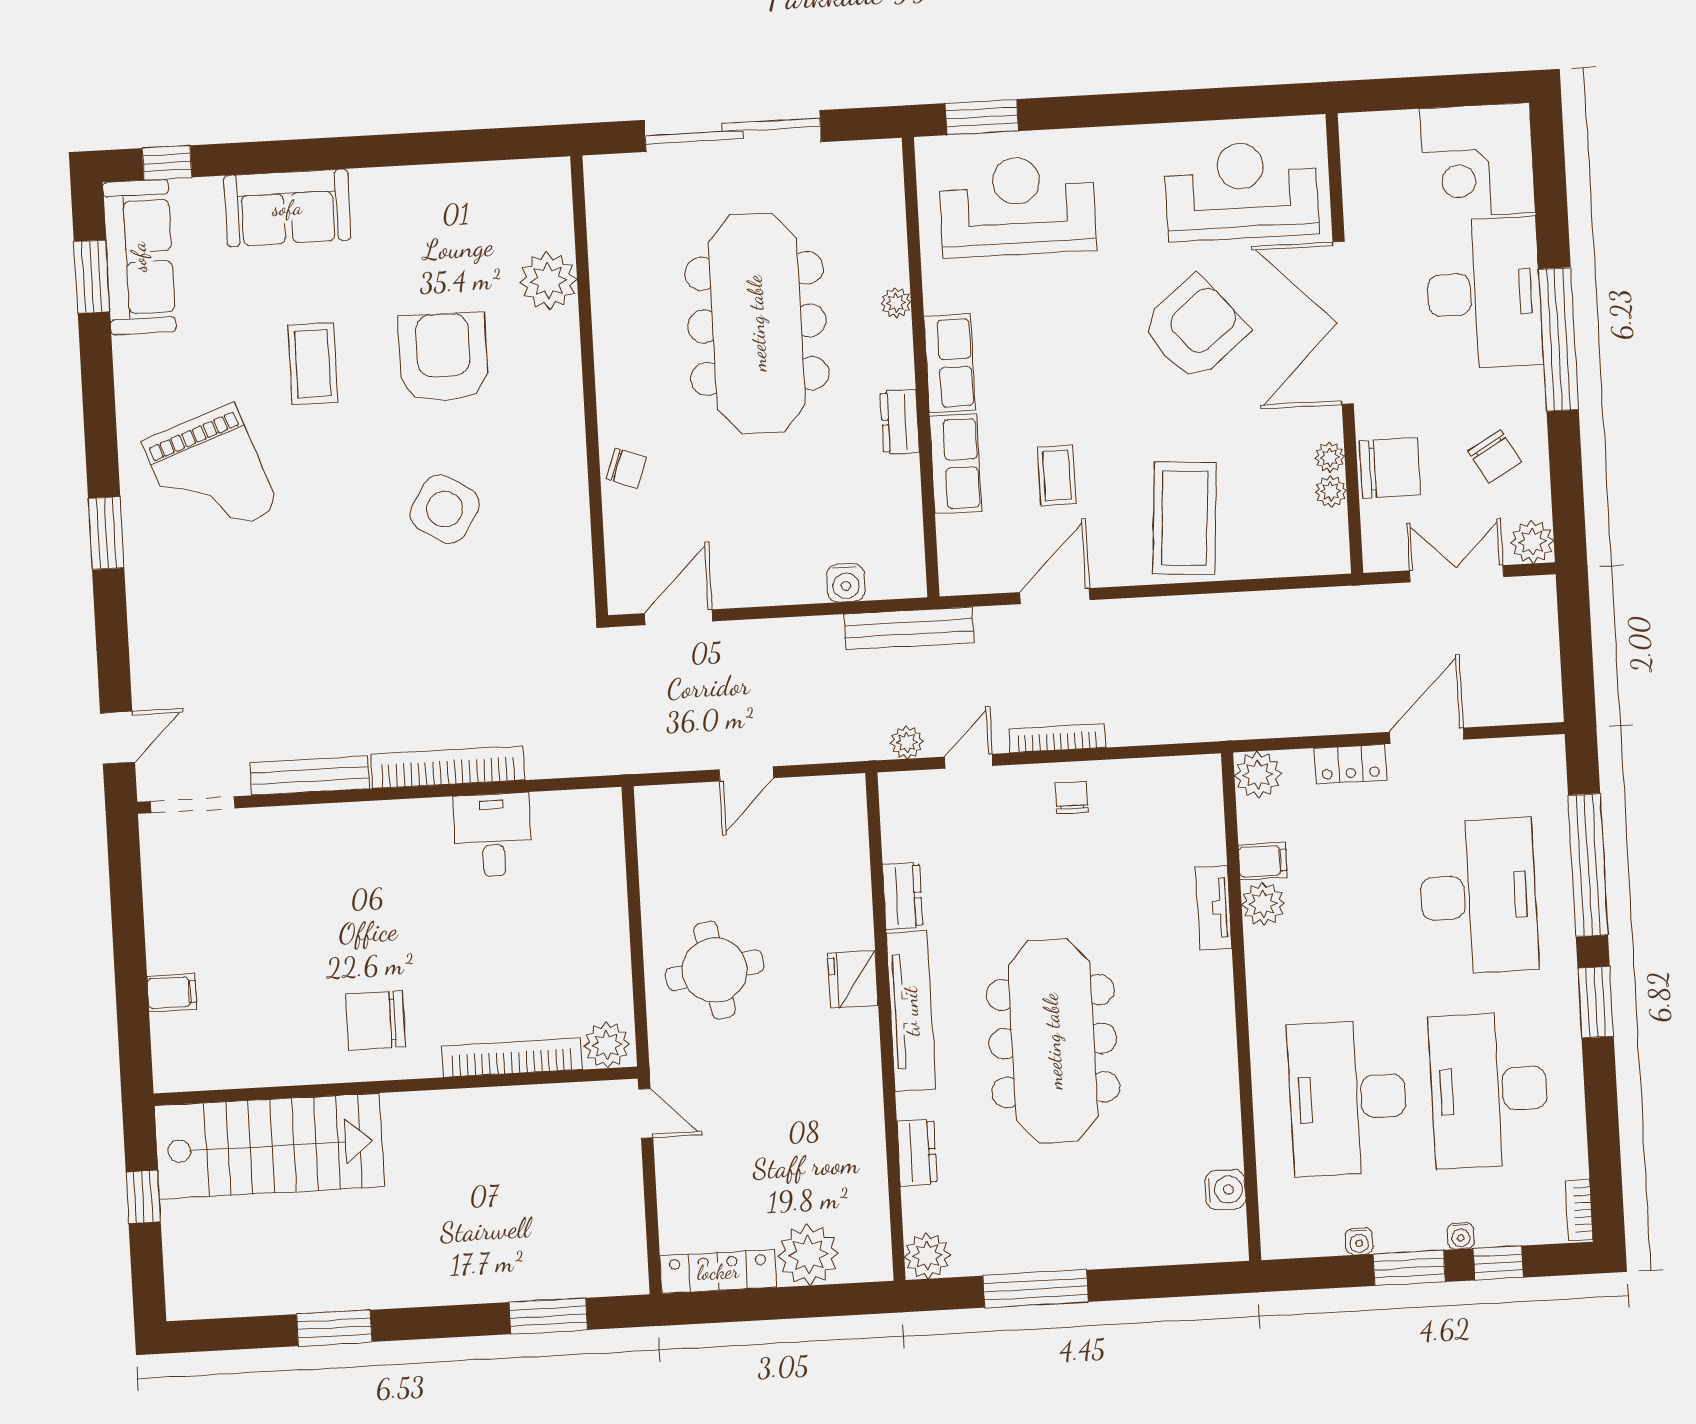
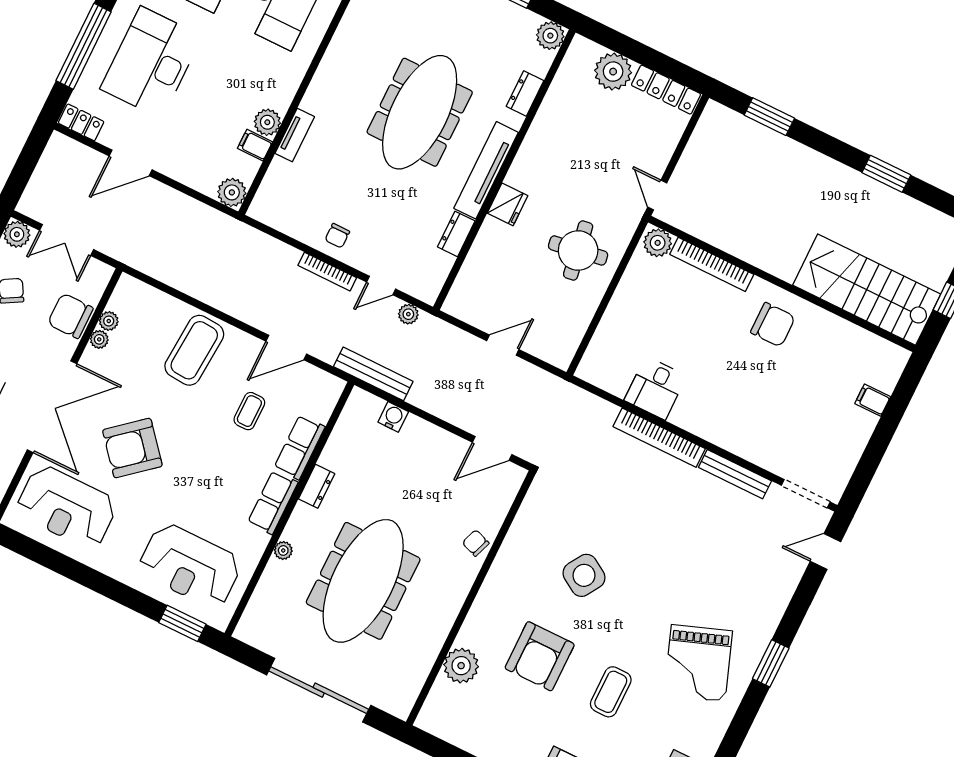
grand piano: (210, 475) -> (698, 663), turned 180
locker: (1350, 764) -> (81, 122), moved

